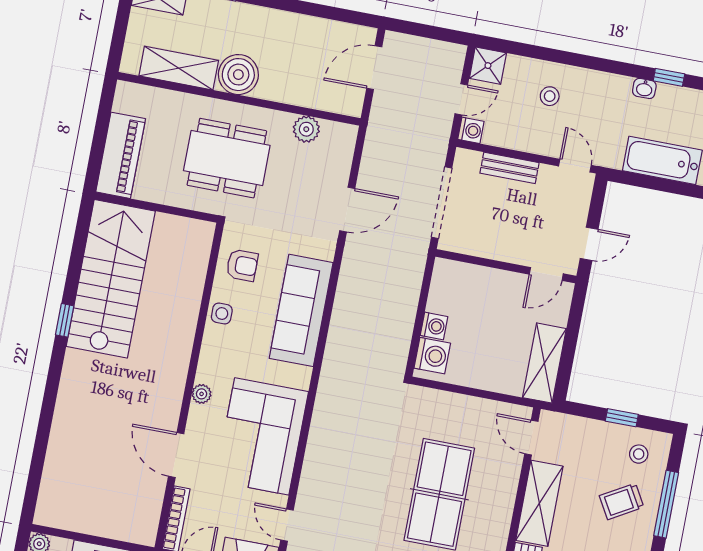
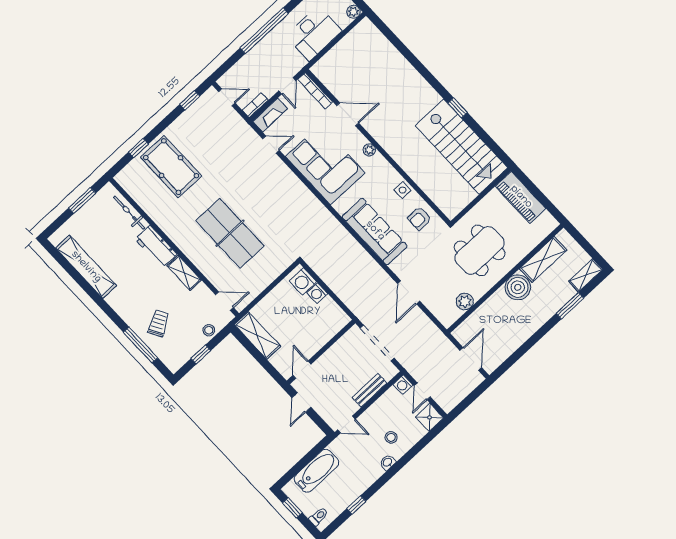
washbasin: (644, 88) -> (388, 462), moved
stool: (639, 454) -> (209, 330), moved
shelving: (539, 503) -> (184, 273), width x0.67, depth x0.75

